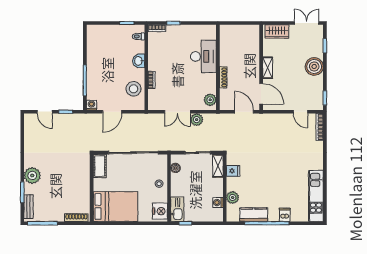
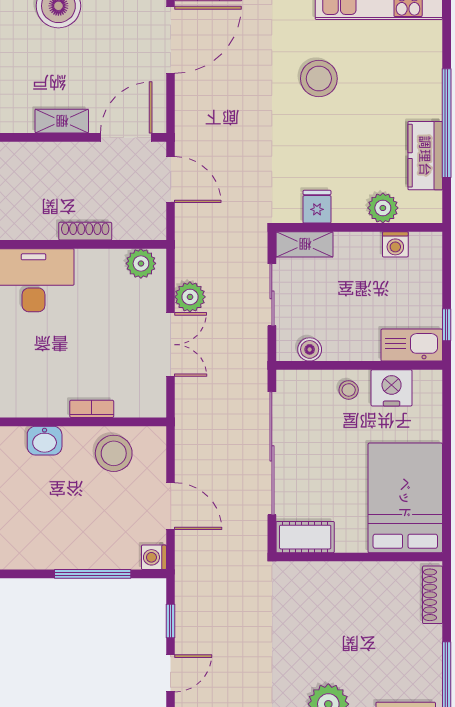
door: (244, 112) -> (171, 180), swing flipped
door: (300, 112) -> (171, 40), width x1.88
stool: (285, 172) -> (319, 79), added
nightstand: (160, 211) -> (392, 388), moved
dishwasher: (285, 215) -> (426, 79), removed

